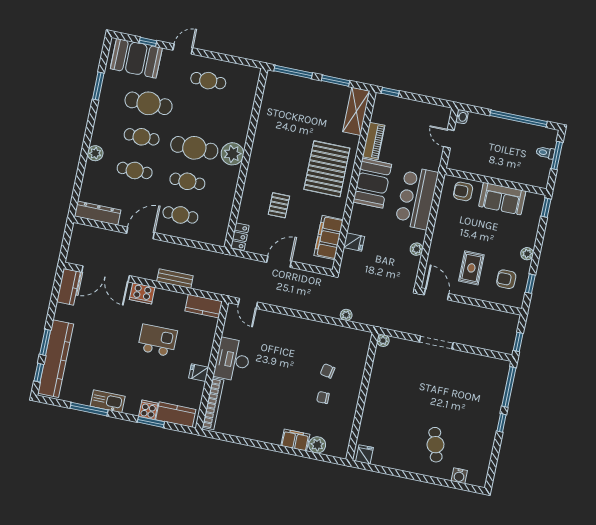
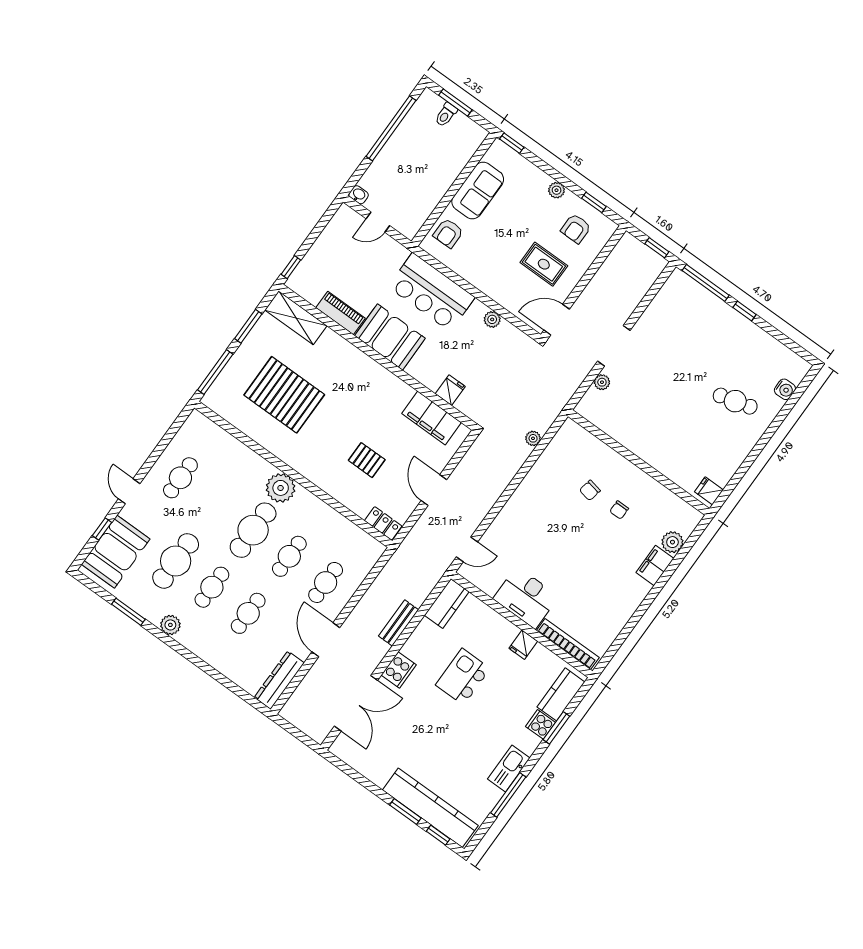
plant: (95, 153) -> (170, 625), moved
pallet: (327, 169) -> (284, 395), moved
kitchen counter: (68, 287) -> (352, 754), removed
plant: (383, 341) -> (602, 382), moved

